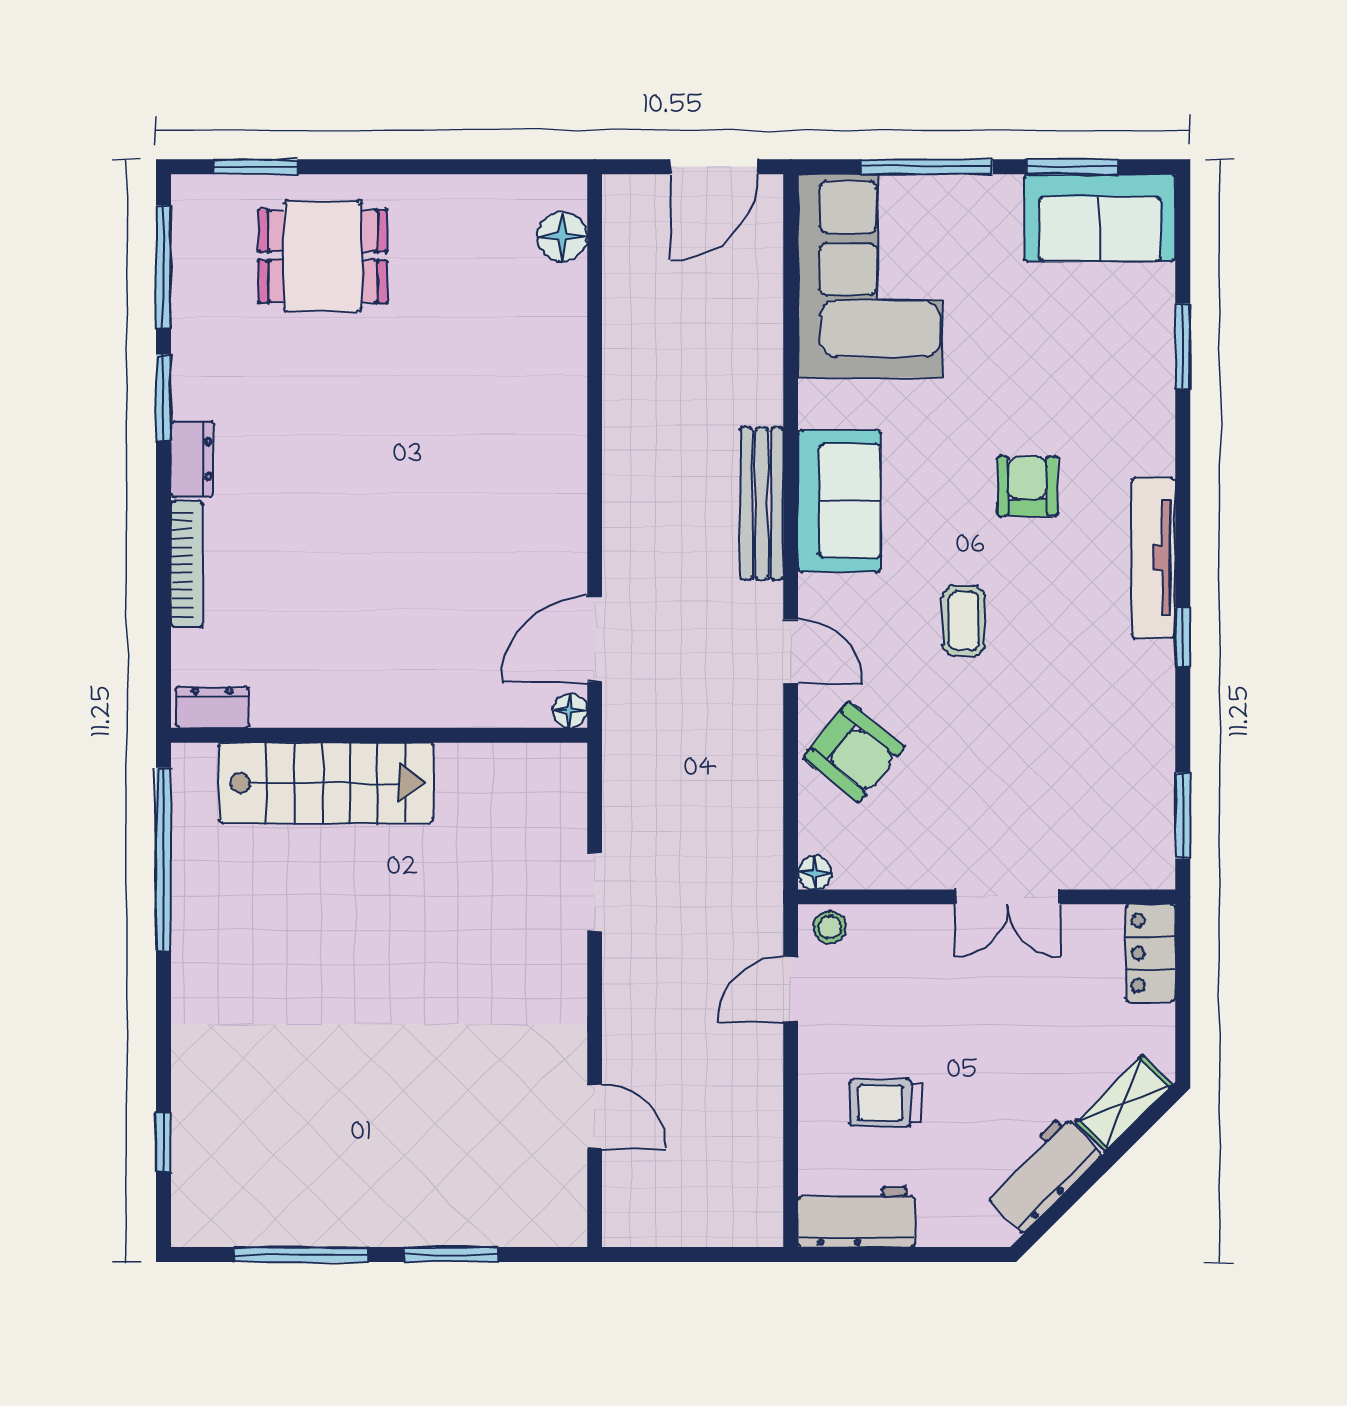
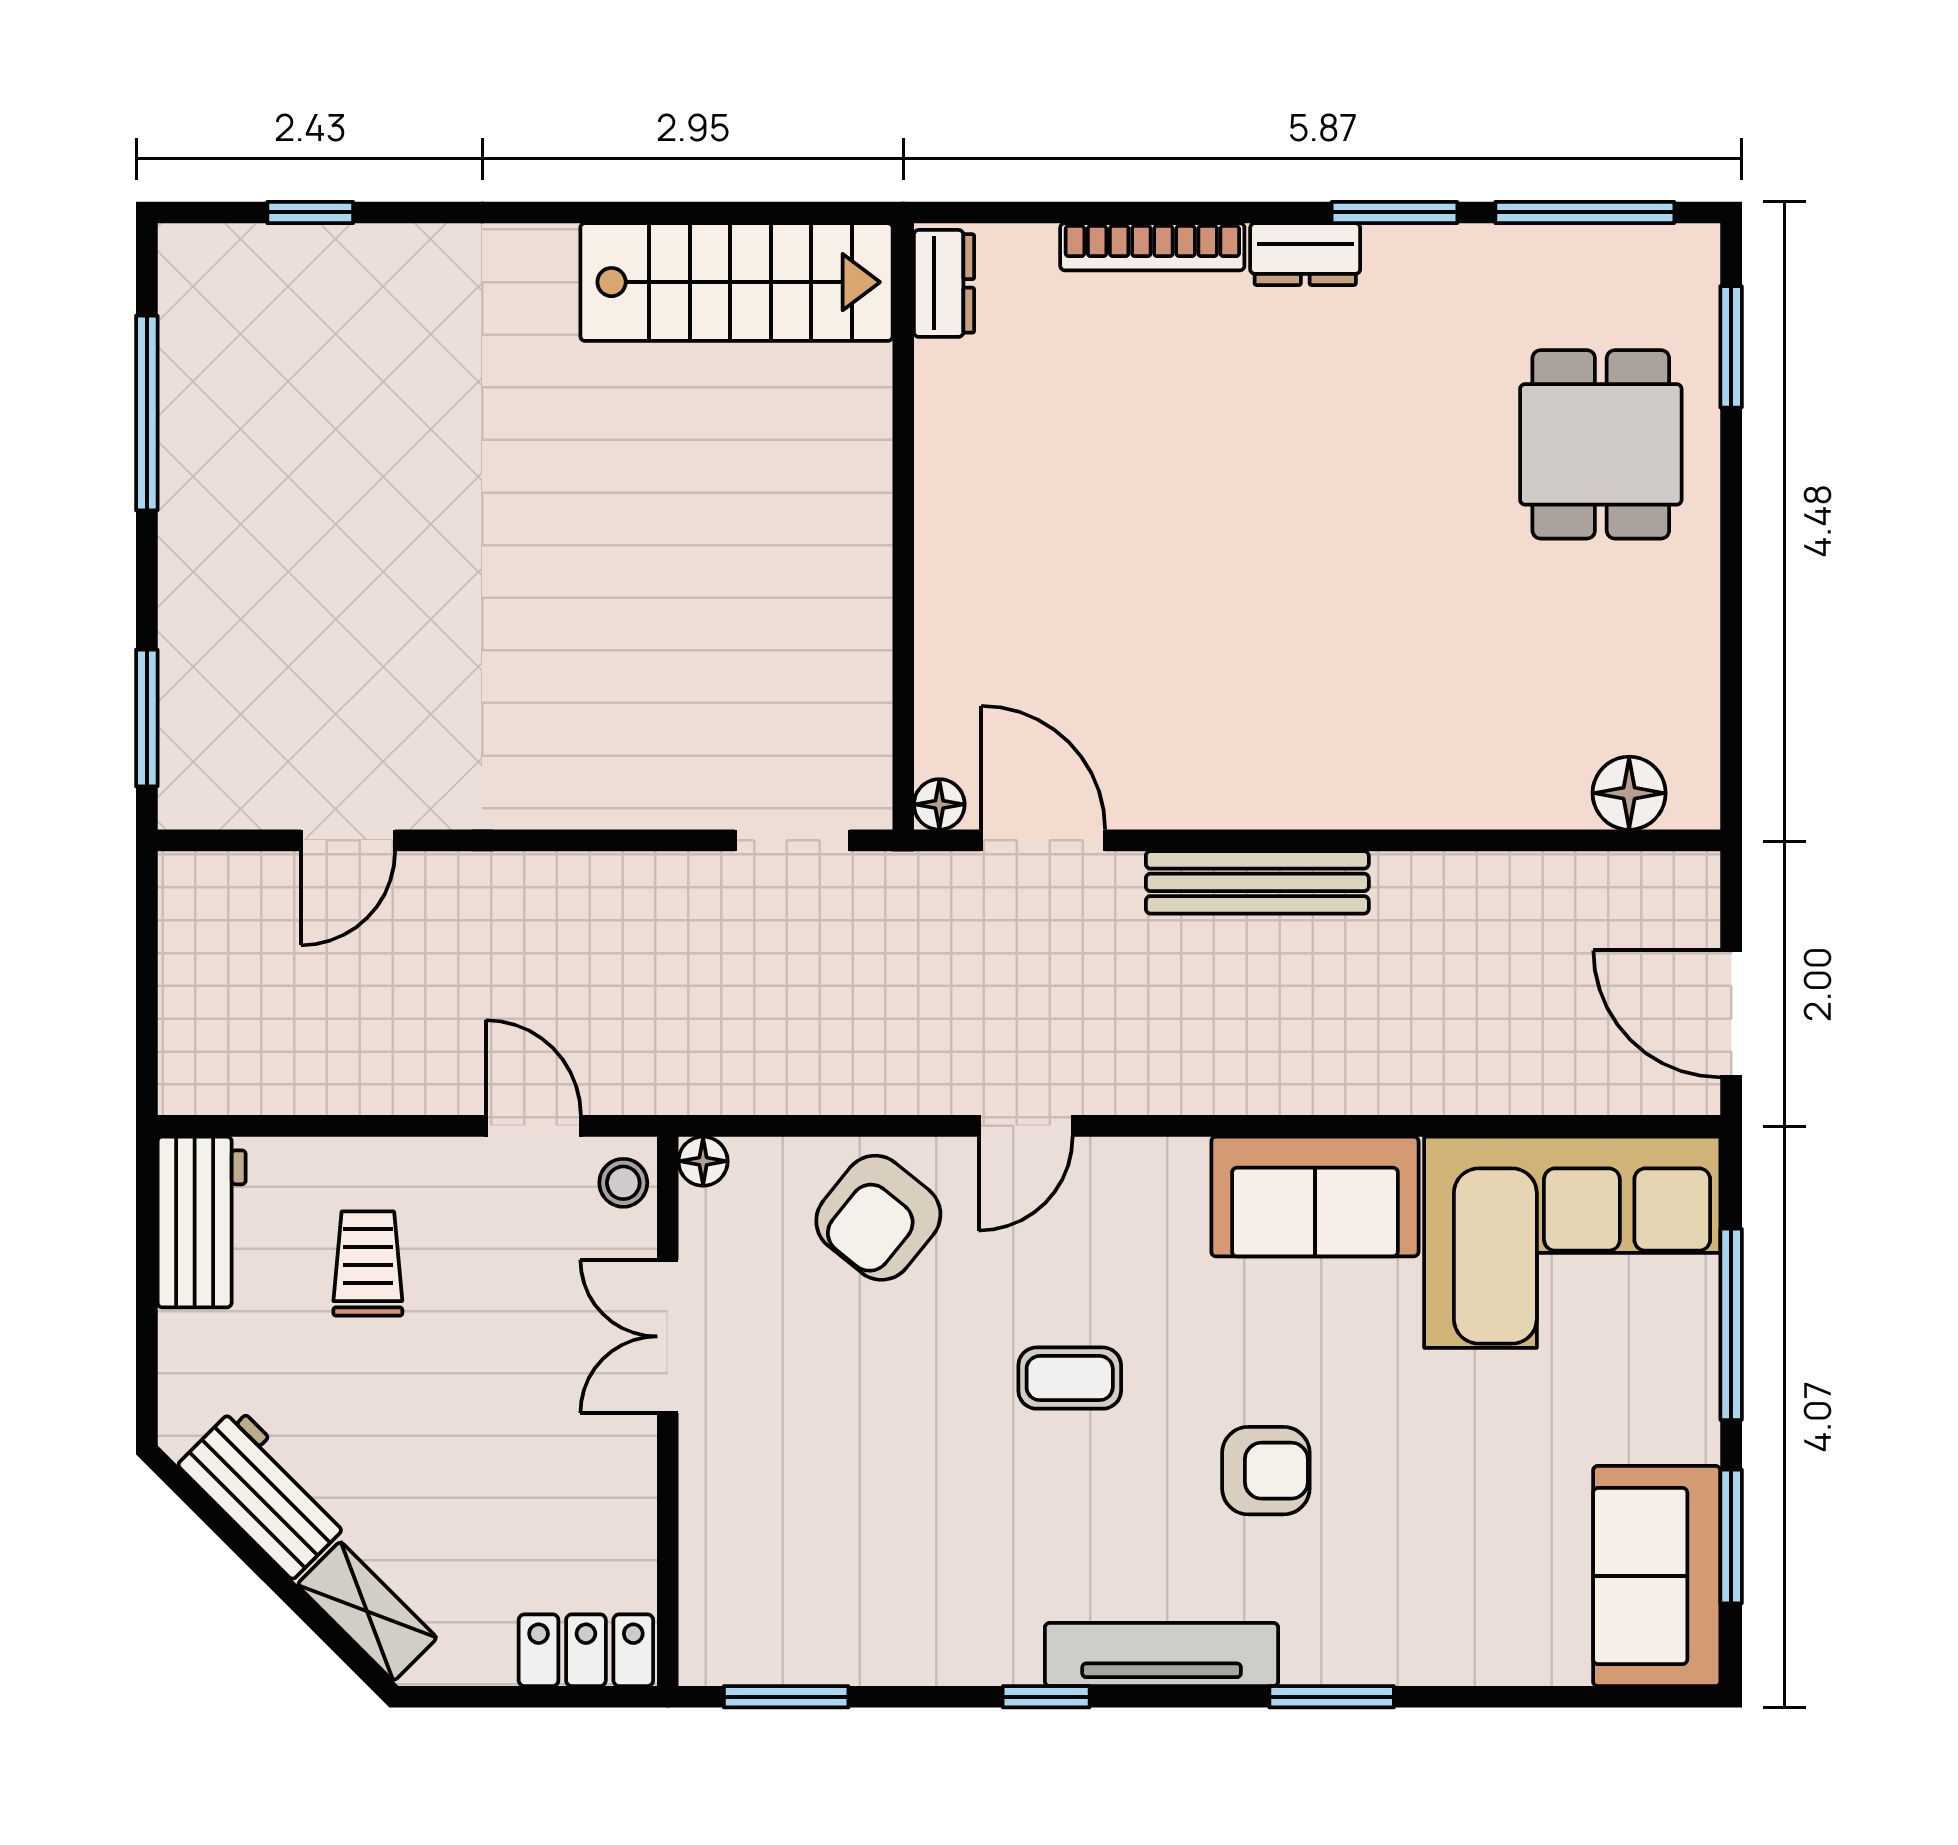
window: (1183, 346) -> (1332, 1697), moved
sofa: (839, 501) -> (1315, 1197), moved
bench: (762, 503) -> (1257, 882), moved
stairs: (326, 783) -> (736, 282), moved, turned -90
window: (163, 859) -> (722, 212), removed
doorway: (595, 892) -> (792, 840), moved
double door: (1007, 897) -> (668, 1336), moved
window: (451, 1255) -> (147, 718), moved

